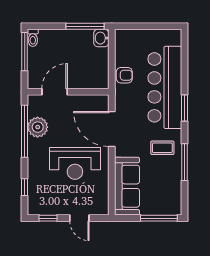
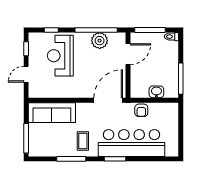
washbasin: (101, 38) -> (156, 92), moved
window: (25, 52) -> (150, 30), moved
door: (55, 92) -> (128, 54), hinge flipped
door: (112, 129) -> (108, 100), moved
reception desk: (75, 163) -> (60, 56), moved

